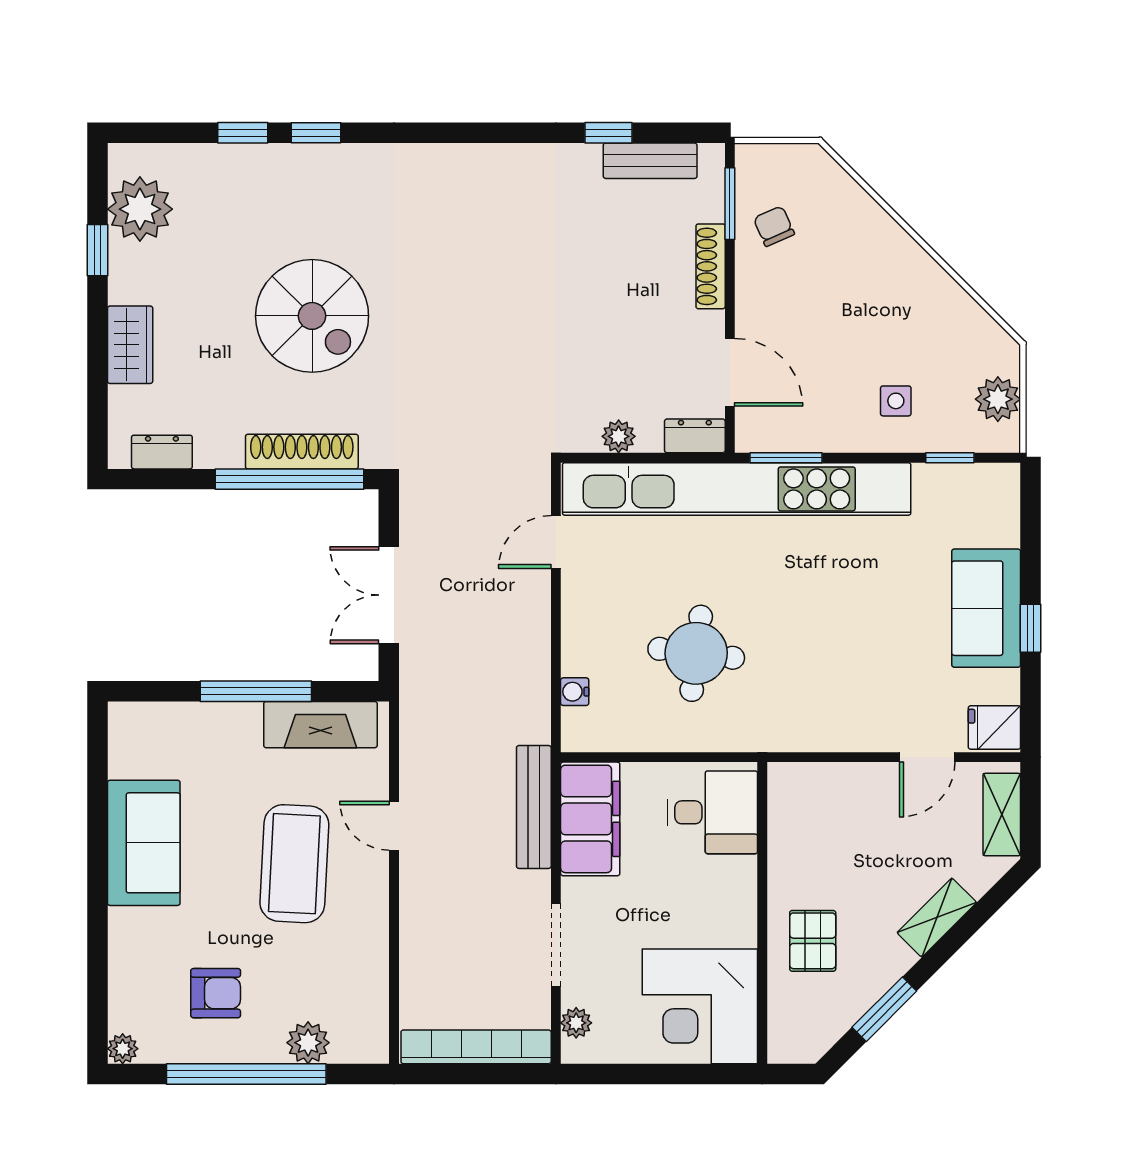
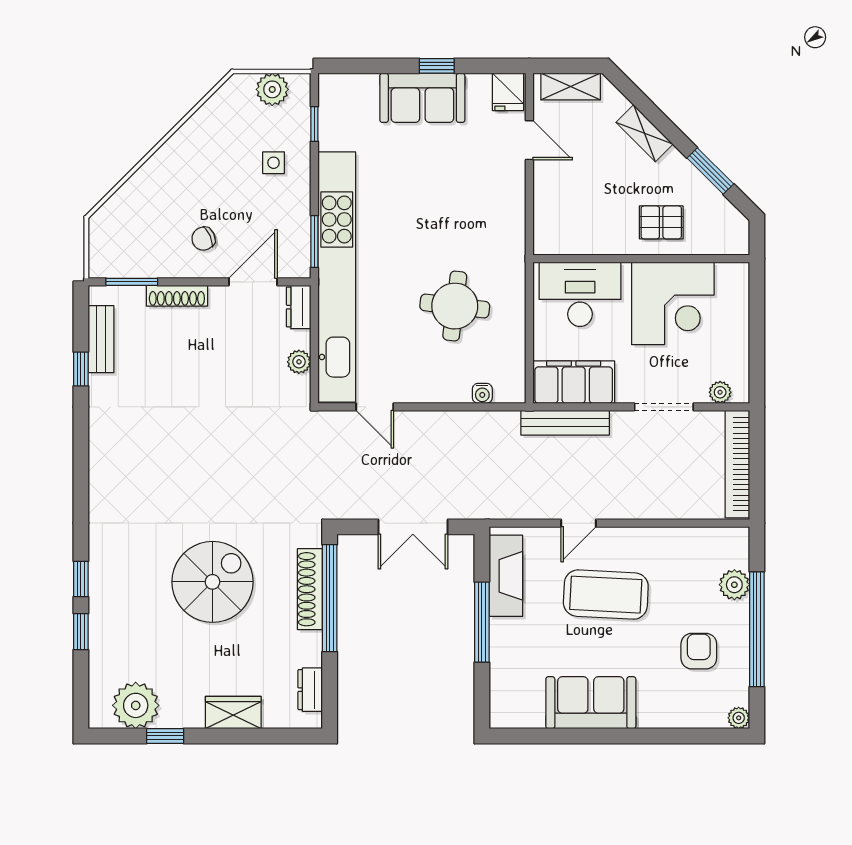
chair: (774, 226) -> (203, 239), moved
desk: (713, 812) -> (580, 294), width x1.37
corner desk: (700, 1006) -> (673, 303), moved

